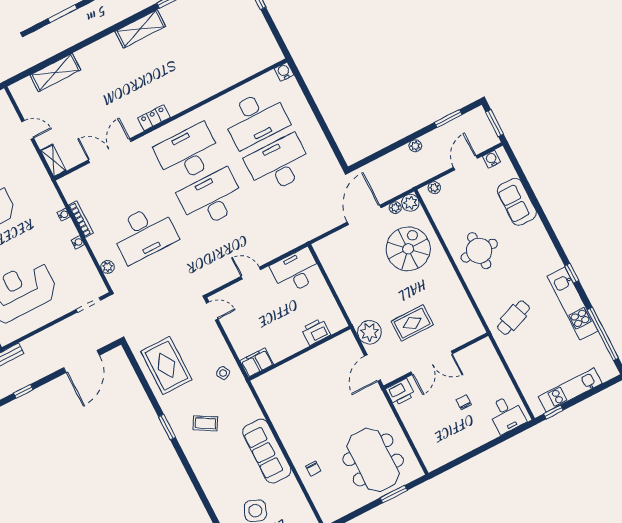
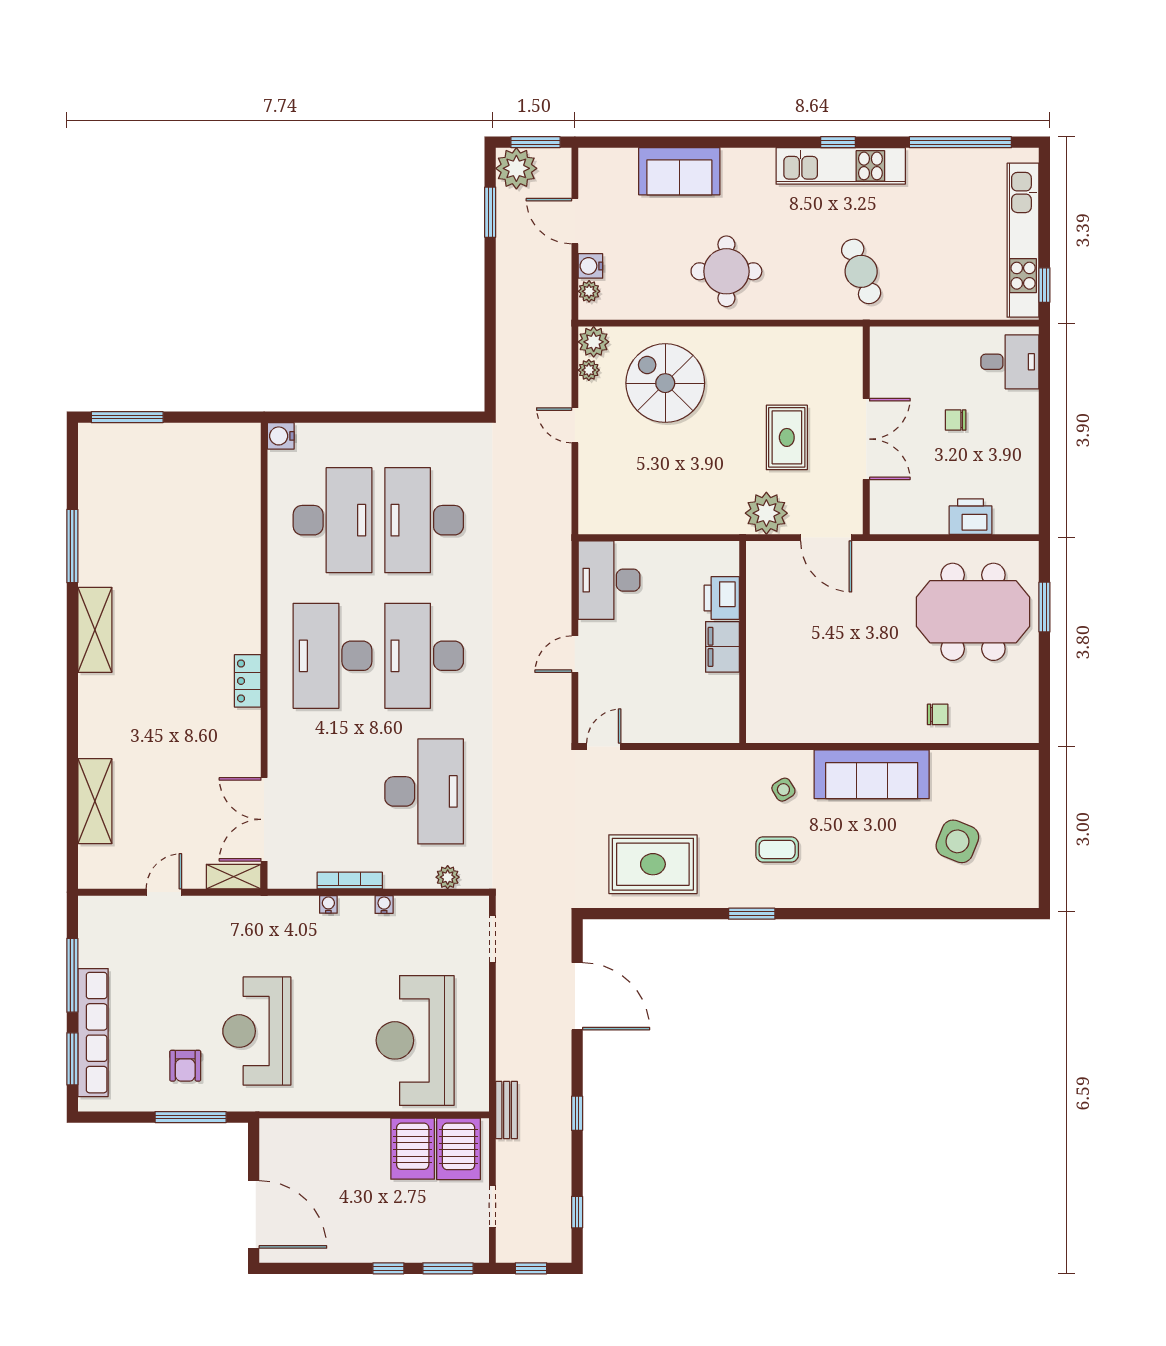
plant: (415, 146) -> (516, 168), moved, width x1.87, depth x1.87
double door: (110, 151) -> (264, 819), moved
water cooler: (492, 159) -> (590, 266), moved
door: (364, 215) -> (575, 425), width x0.53
kitchen unit: (572, 304) -> (841, 166), moved
filing cabinet: (257, 363) -> (722, 647), moved
side table: (223, 373) -> (783, 790), moved
kitchen unit: (570, 390) -> (1023, 240), width x1.36
printer: (400, 392) -> (971, 517), moved, turned -90
coffee table: (205, 423) -> (777, 849), turned 60

